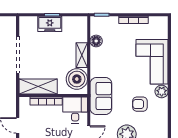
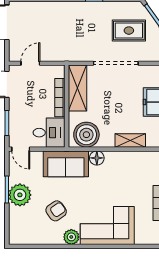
floor lamp: (96, 41) -> (97, 158), moved
shelving: (82, 55) -> (130, 141), moved
armchair: (140, 104) -> (56, 211), turned 55

